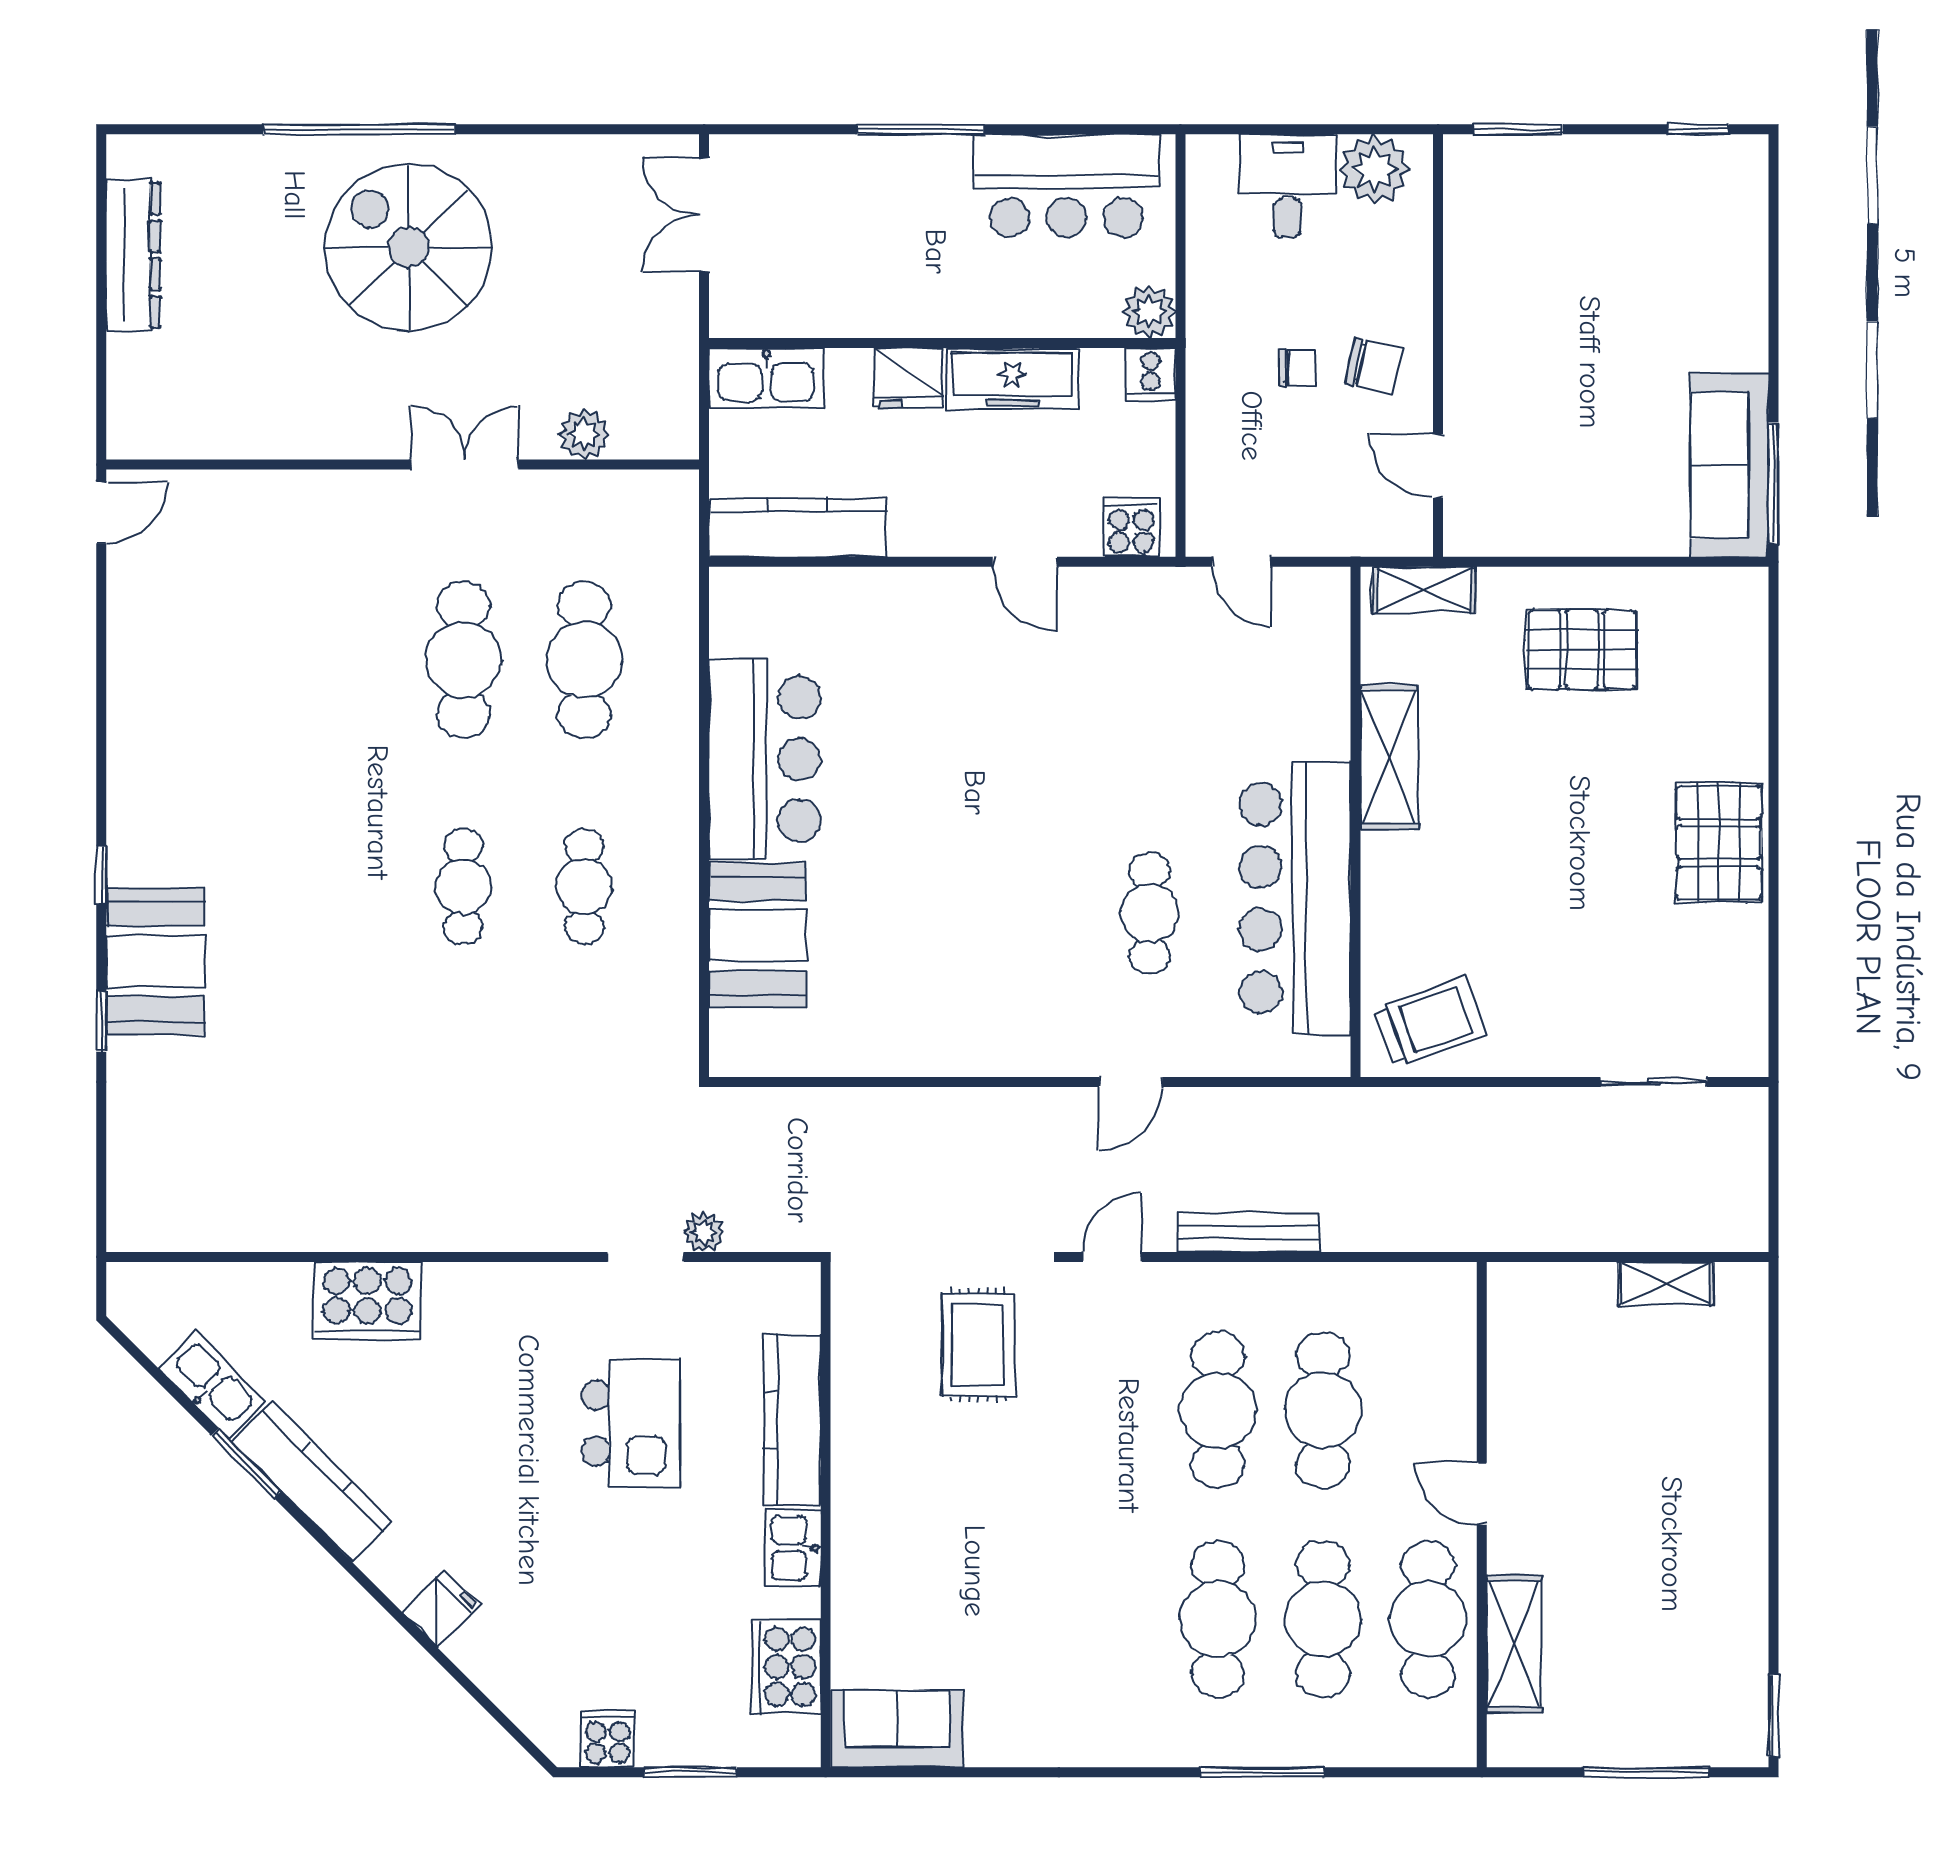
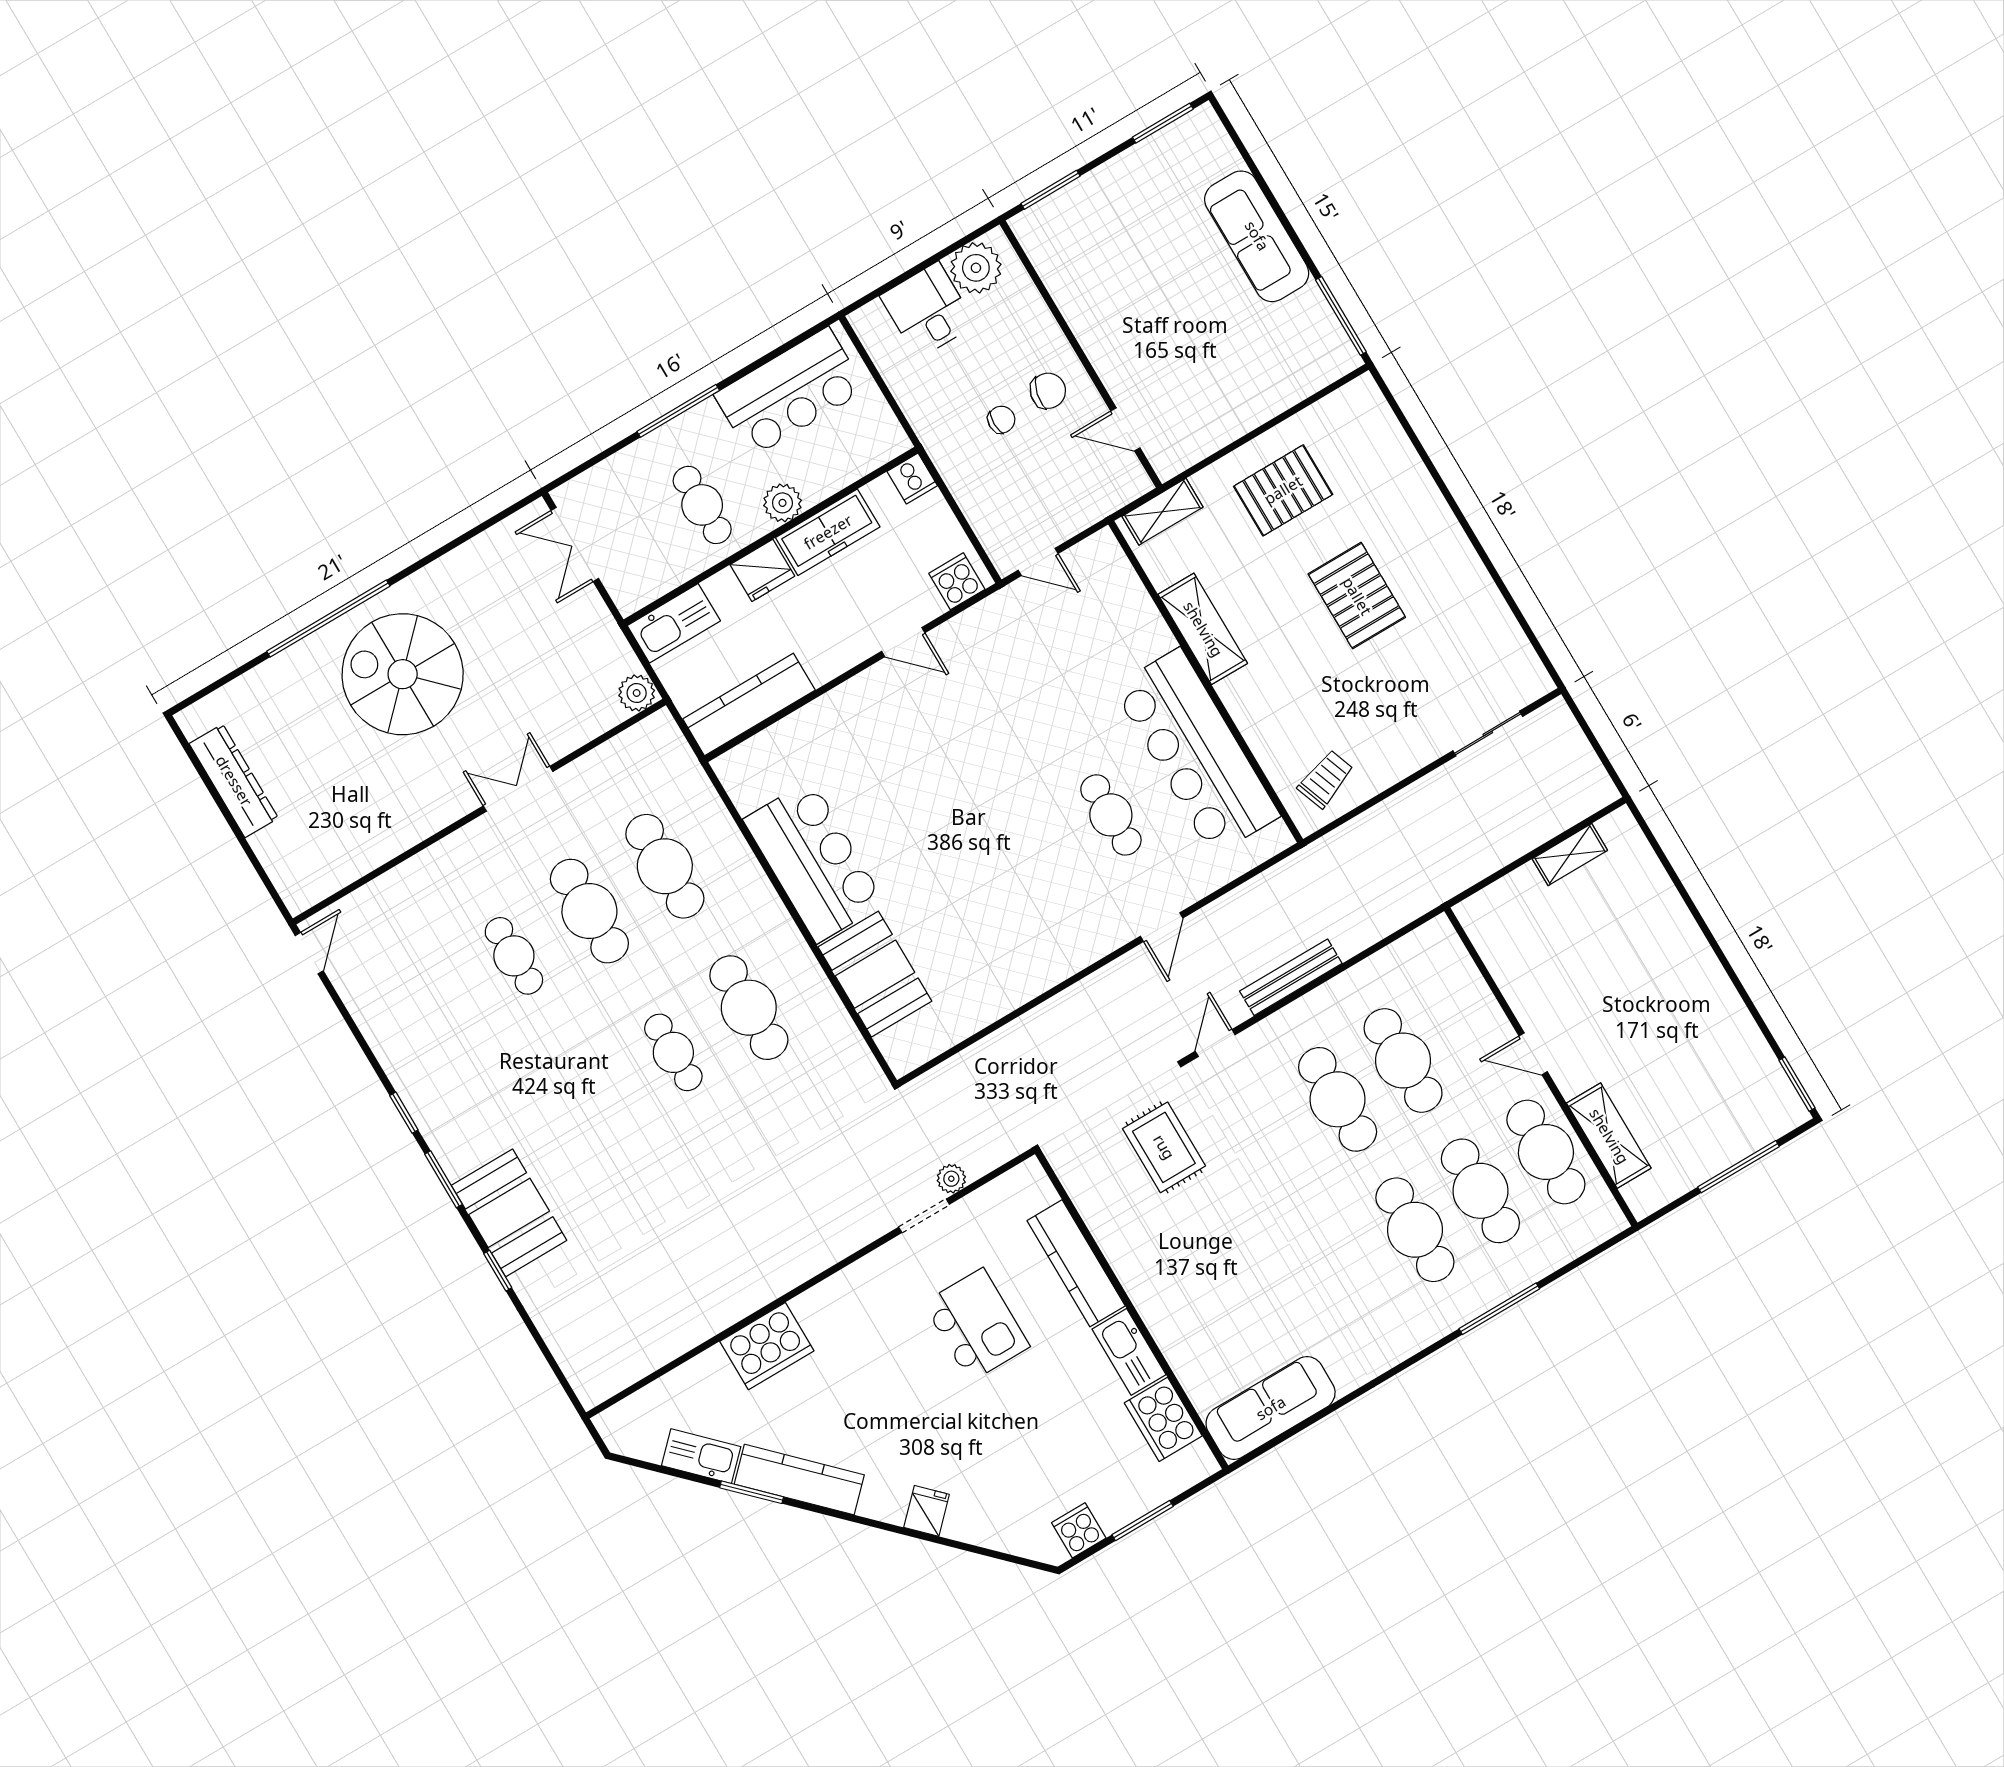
window: (1698, 129) -> (1163, 123), width x1.50
cafe table: (883, 258) -> (702, 505), added
plant: (1149, 312) -> (782, 503), moved
plant: (584, 435) -> (637, 693), moved
sofa: (1730, 465) -> (1257, 236), moved
cafe table: (342, 660) -> (514, 956), added
window: (101, 768) -> (404, 1113), added
pallet: (1719, 842) -> (1357, 596), moved
window: (101, 875) -> (443, 1179), width x1.50
cafe table: (584, 887) -> (749, 1008), width x1.37, depth x1.35
trolley: (1429, 1022) -> (1326, 779), width x0.73, depth x0.72
kitchen sink: (793, 1548) -> (1129, 1352), width x1.38
sofa: (897, 1729) -> (1271, 1408), width x1.36

